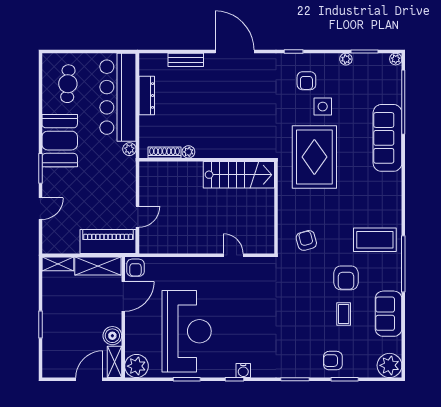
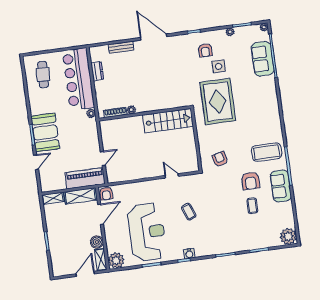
dresser: (147, 96) -> (97, 71), width x0.70
sofa: (387, 138) -> (263, 59), moved, width x0.73
booth: (60, 141) -> (45, 132), moved
coffee table: (251, 310) -> (189, 212), added
sofa: (389, 314) -> (281, 186), moved
armchair: (333, 361) -> (249, 238), removed

